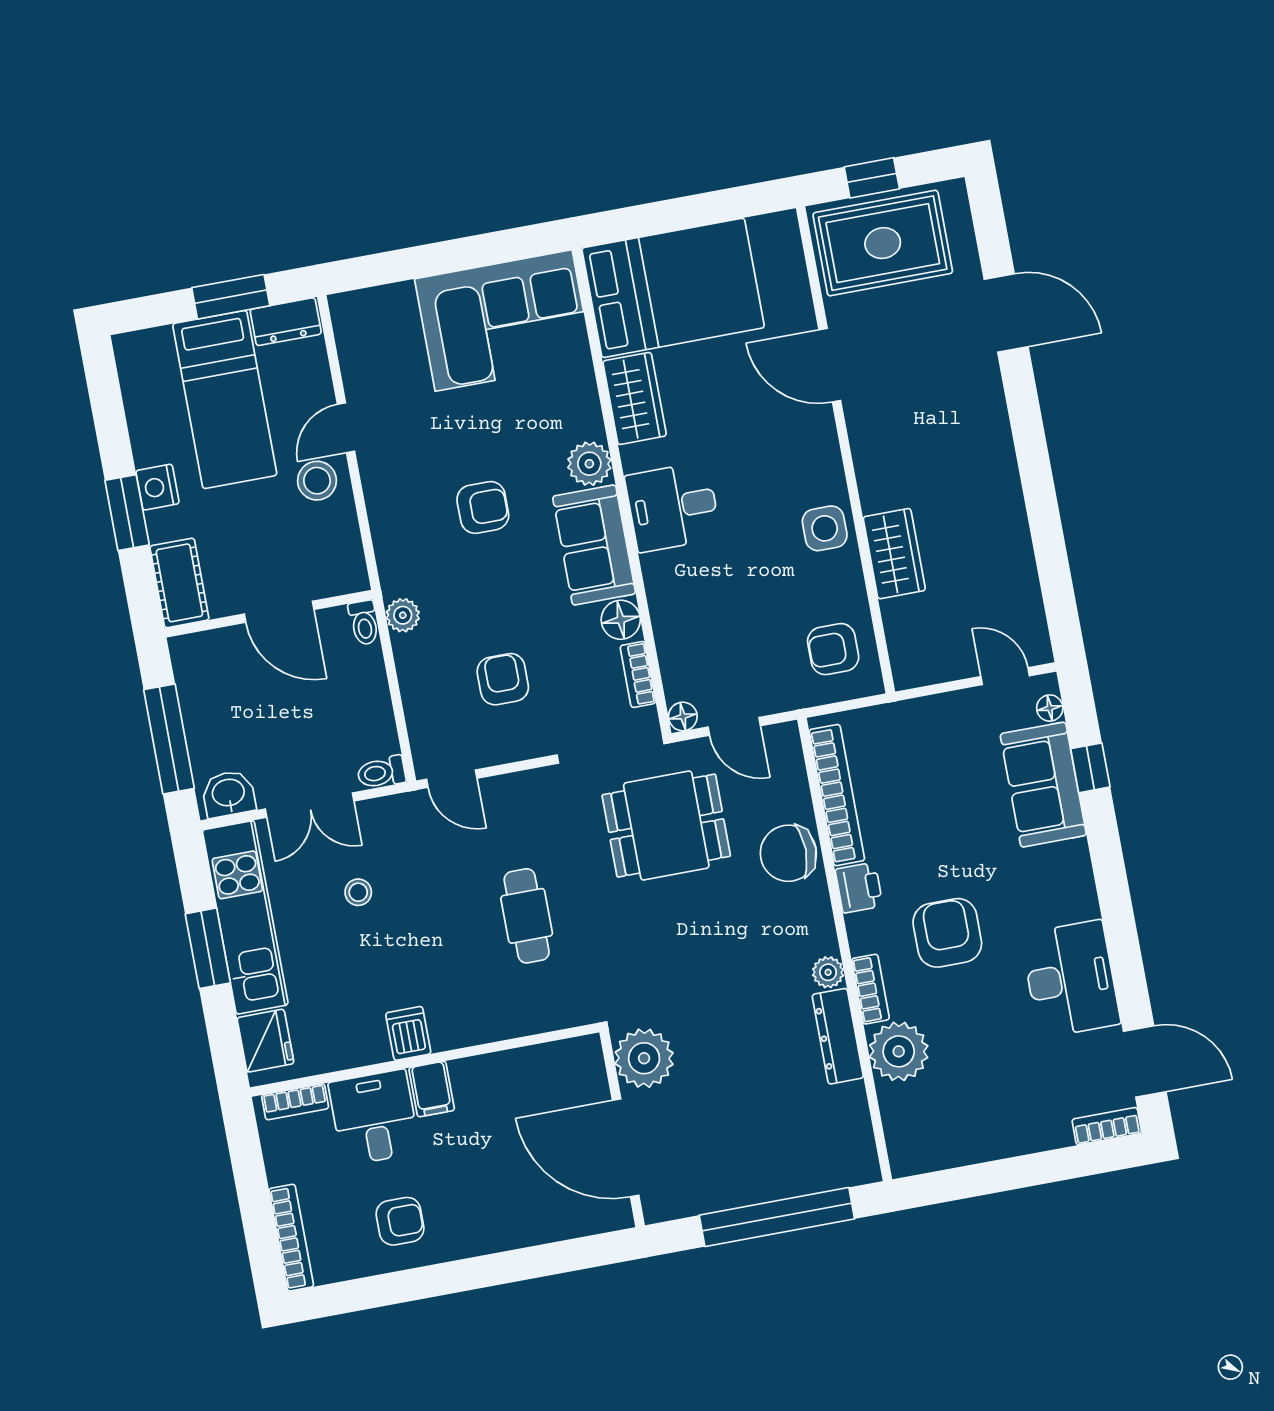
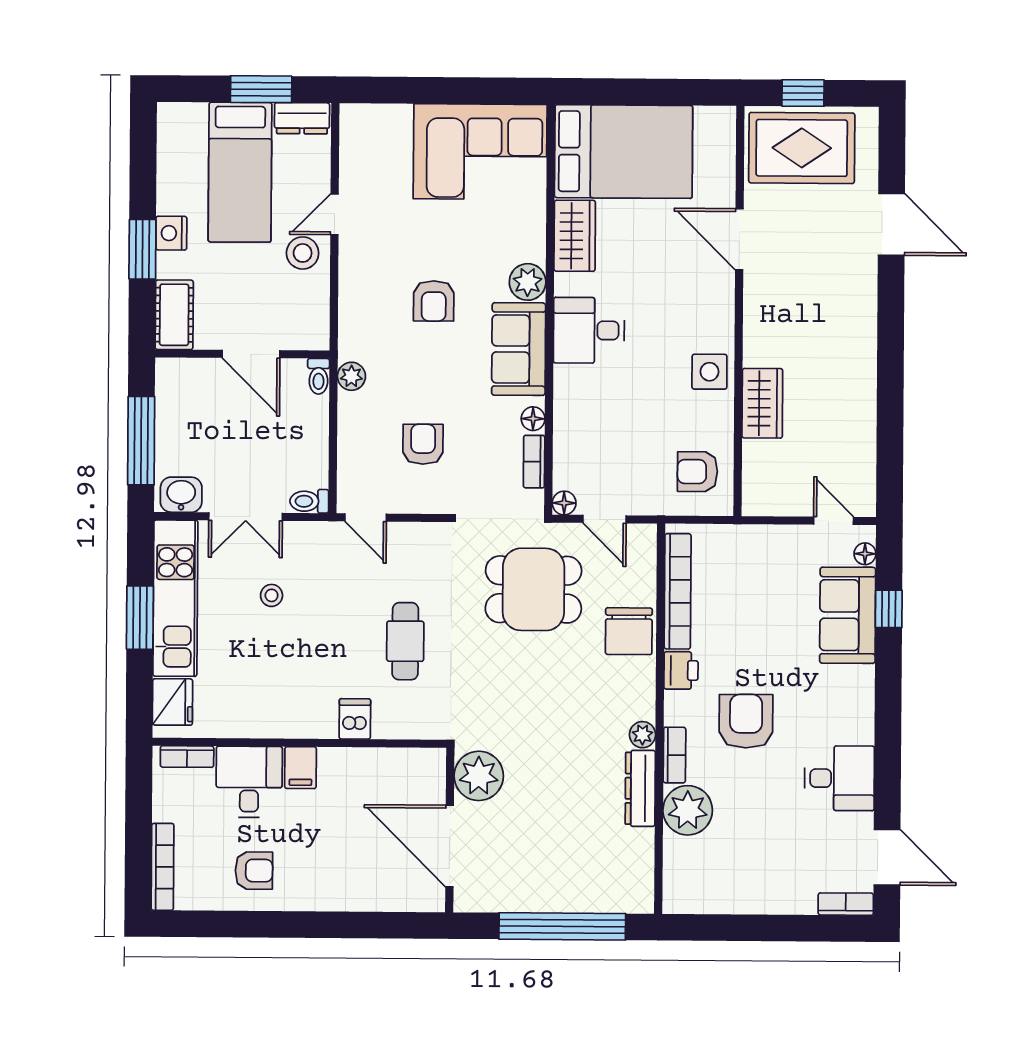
armchair: (483, 507) -> (434, 301), turned 90
floor lamp: (621, 620) -> (533, 419), width x0.73, depth x0.73
chair: (788, 853) -> (629, 631), turned -90
desk: (1071, 979) -> (839, 778), width x0.73
dishwasher: (408, 1033) -> (355, 719), moved

